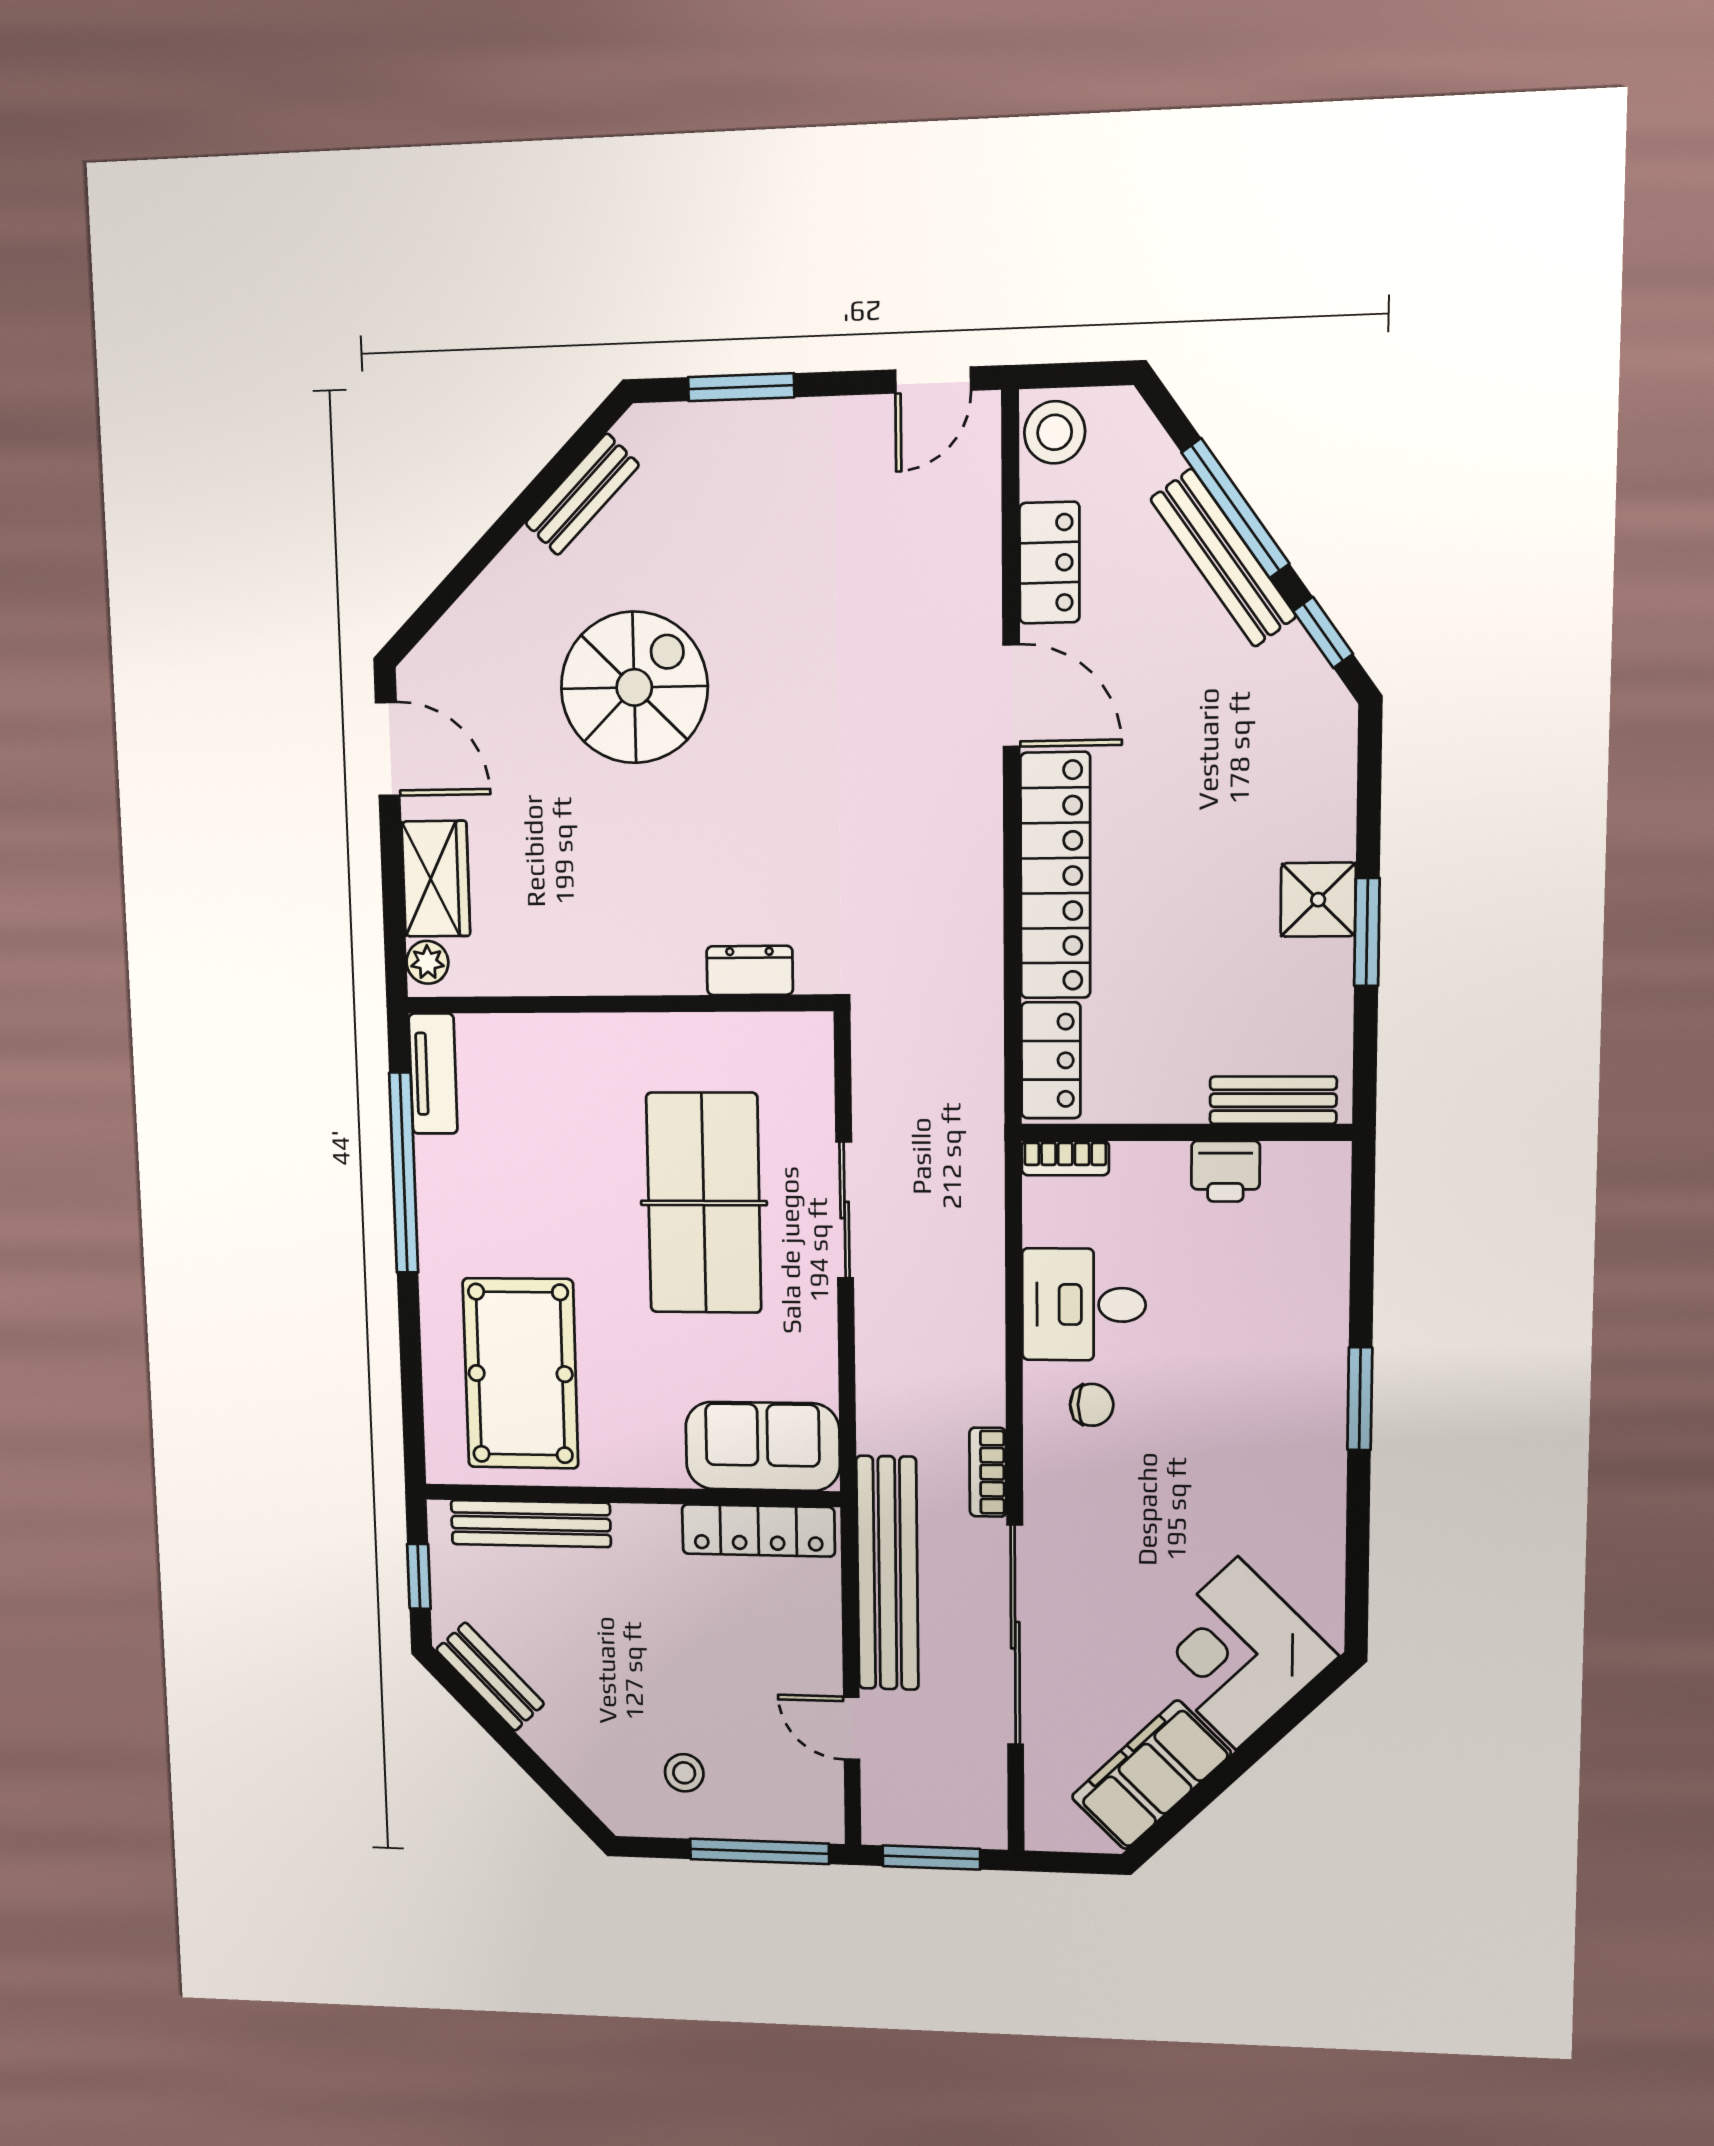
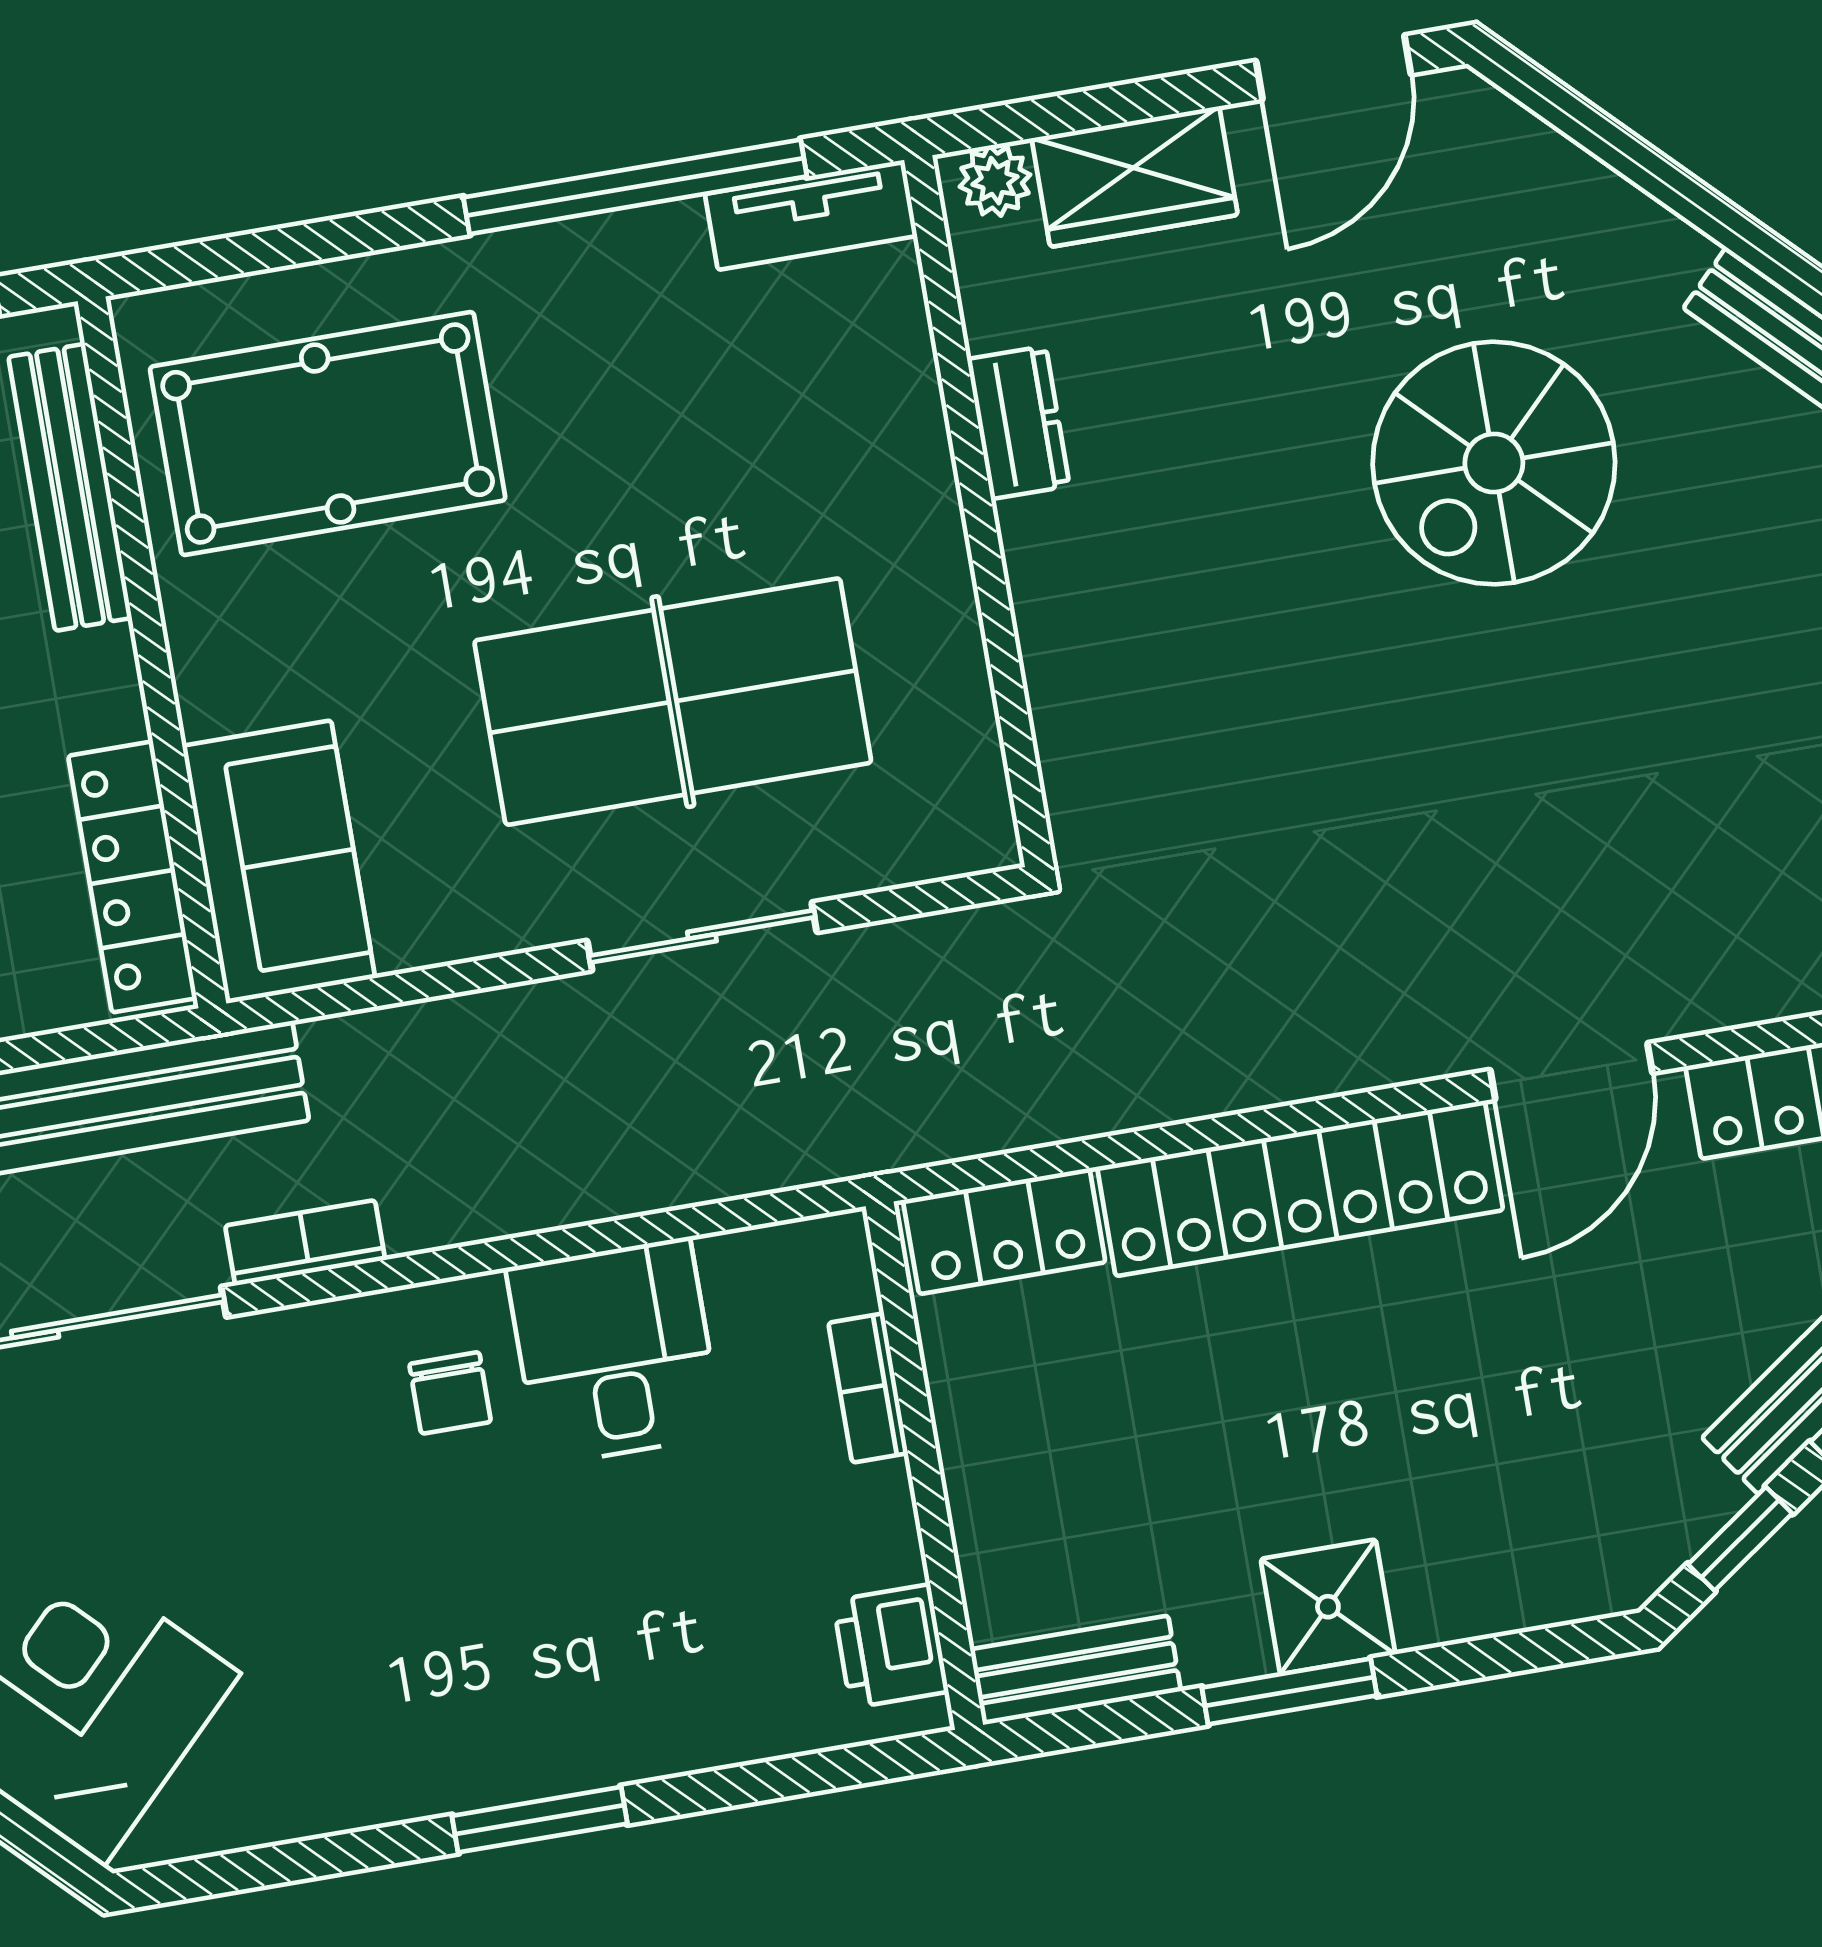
spiral stairs: (634, 687) -> (1494, 463), turned 90
dresser: (750, 970) -> (1018, 423), moved
bench: (1273, 1100) -> (1076, 1670), moved, turned 90
bookcase: (1065, 1158) -> (868, 1388), moved
printer: (1226, 1171) -> (891, 1646), moved

